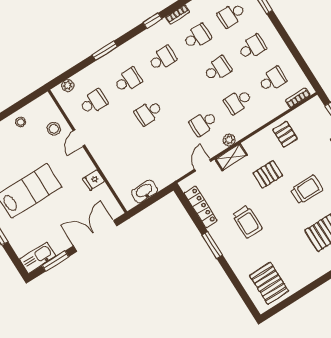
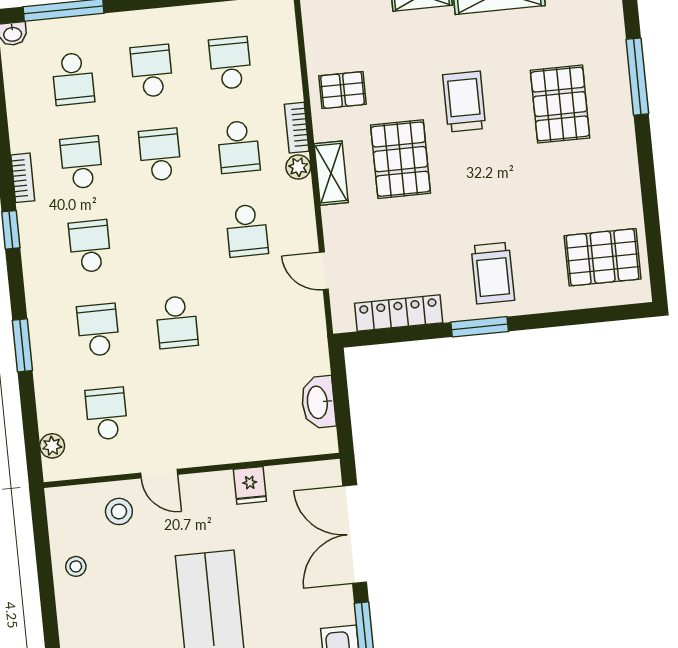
bookcase: (298, 98) -> (297, 128), moved
plant: (229, 140) -> (298, 167), moved
shelving: (231, 157) -> (331, 173), moved
pallet: (268, 174) -> (401, 159), width x1.50, depth x1.42
trolley: (247, 222) -> (493, 273), moved, turned 90

